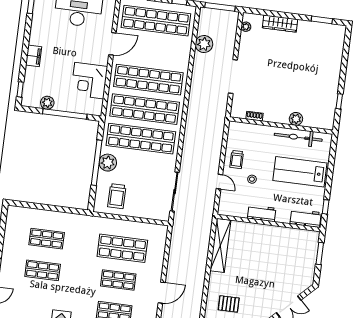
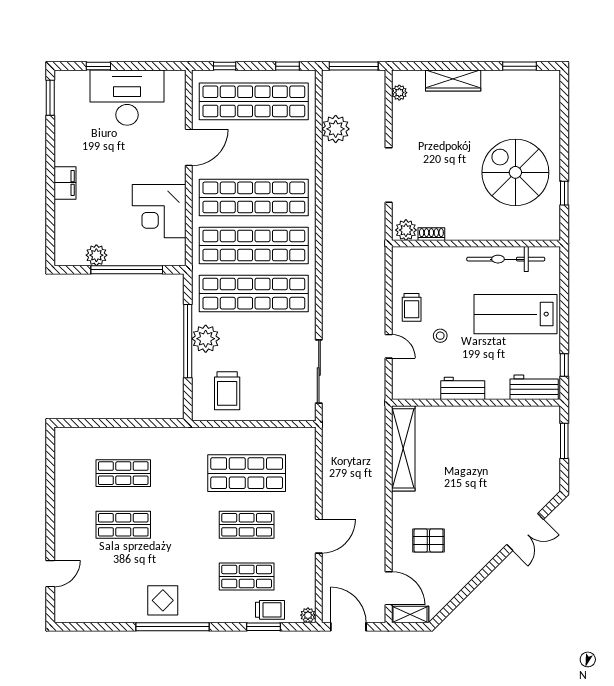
spiral stairs: (311, 85) -> (515, 172), added
window: (20, 89) -> (50, 240), removed
plant: (296, 119) -> (406, 230), moved

